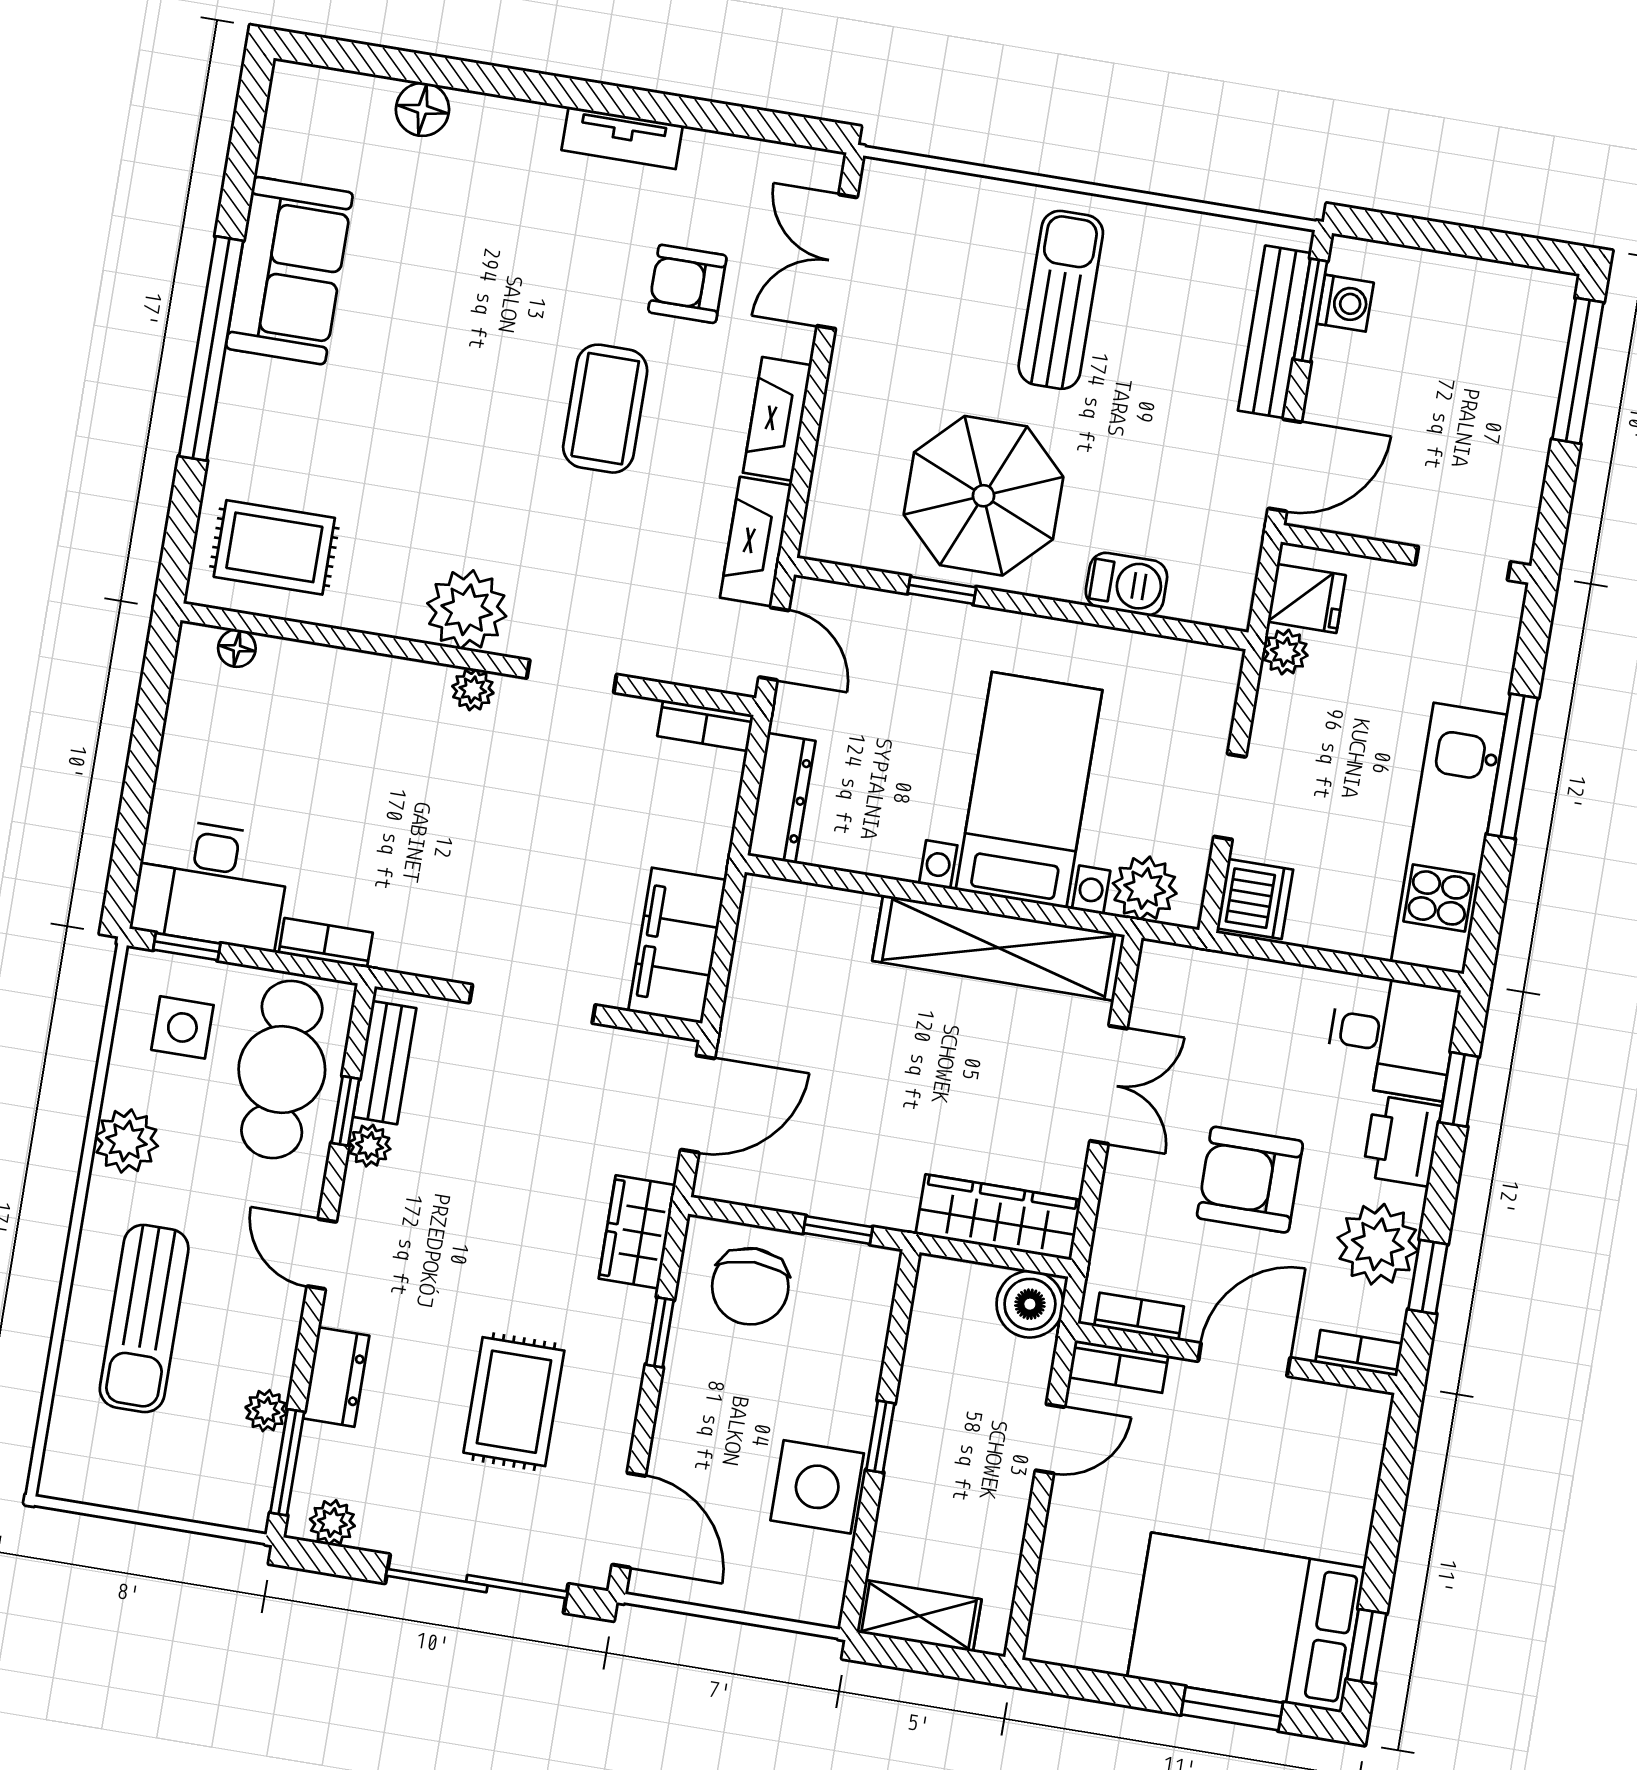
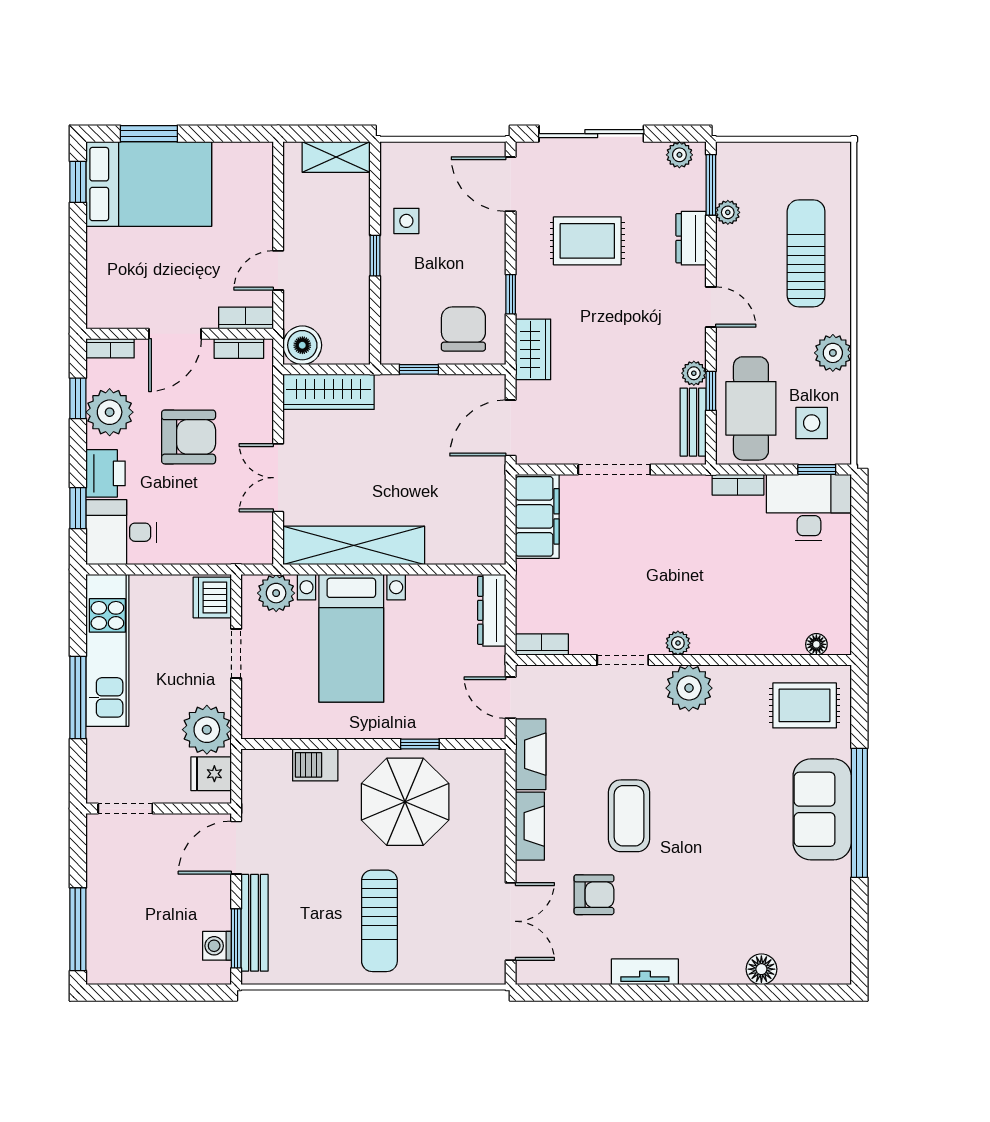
sofa: (289, 271) -> (822, 809), moved
plant: (1285, 652) -> (207, 730), width x1.88, depth x1.88
rug: (514, 1402) -> (587, 241), turned 90
side table: (817, 1487) -> (406, 221), width x0.54, depth x0.54

